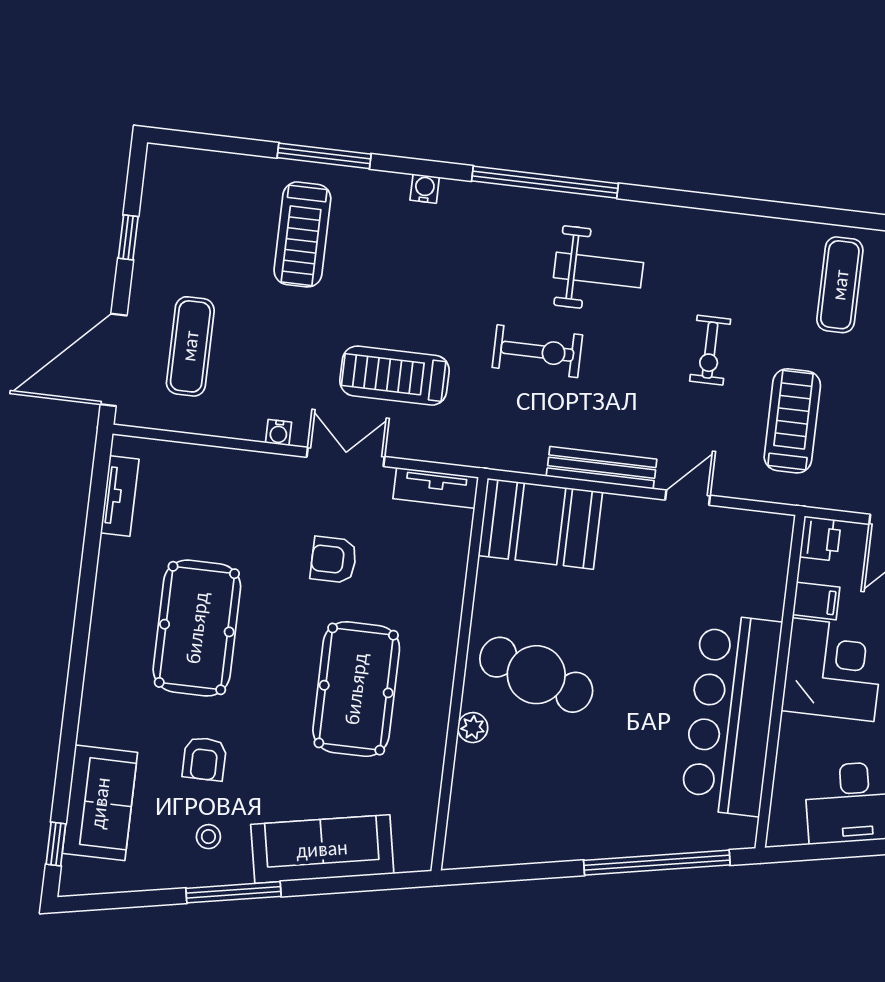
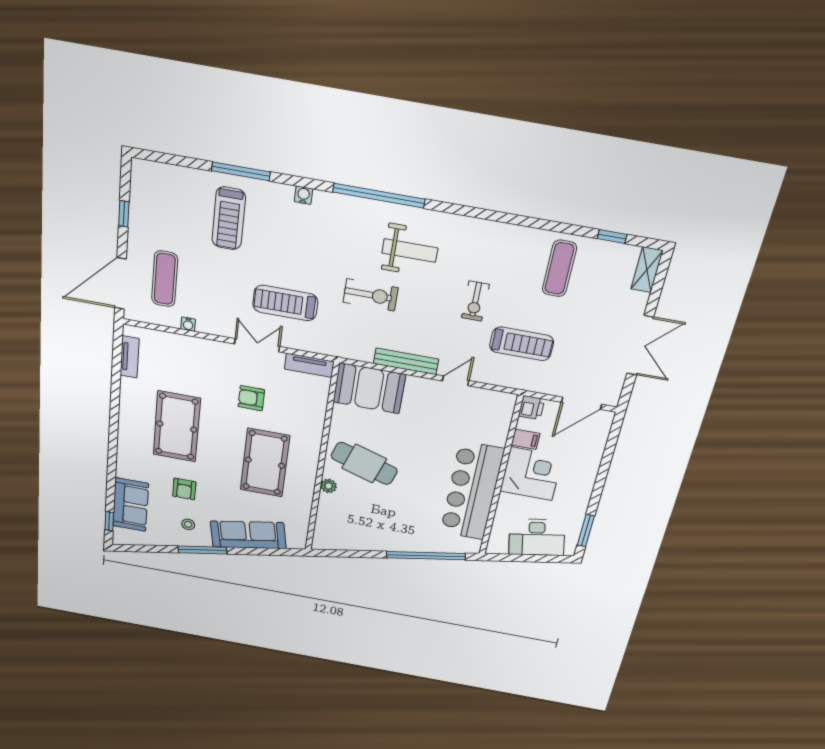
treadmill: (792, 421) -> (522, 344), turned 90
water cooler: (279, 433) -> (188, 324), moved

